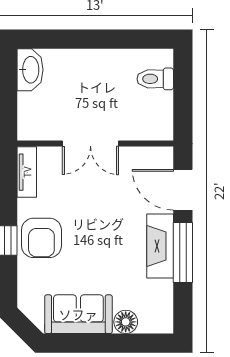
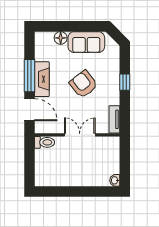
washbasin: (30, 70) -> (115, 180), width x0.52, depth x0.69
toilet: (155, 79) -> (45, 142), moved
armchair: (41, 238) -> (83, 84), moved, turned -38

